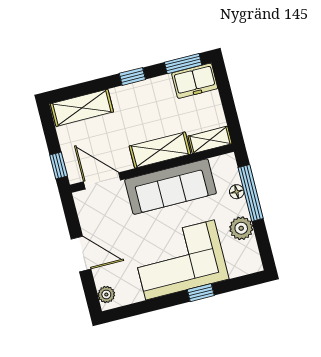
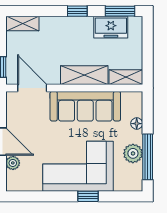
freezer: (195, 81) -> (111, 27), moved
shelving: (82, 108) -> (23, 24), width x0.67, depth x0.75
window: (251, 193) -> (148, 157), moved
plant: (106, 294) -> (13, 163), moved

